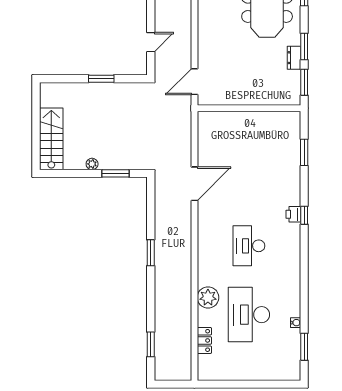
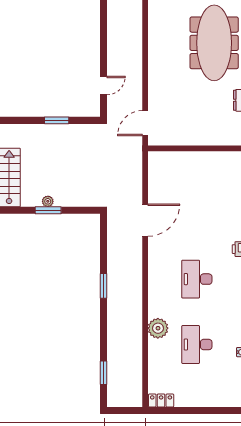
window: (115, 173) -> (48, 210), moved
desk: (249, 315) -> (197, 345), width x0.73, depth x0.77
locker: (204, 340) -> (161, 400), moved, turned -90

